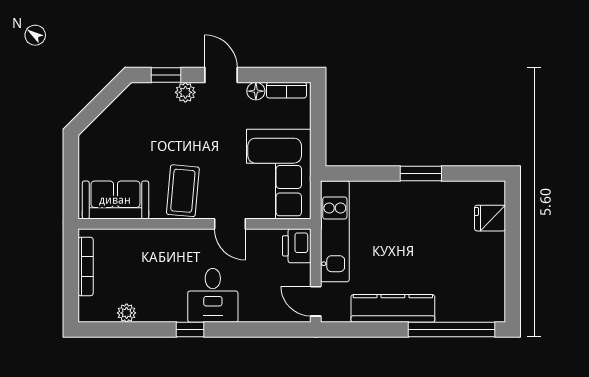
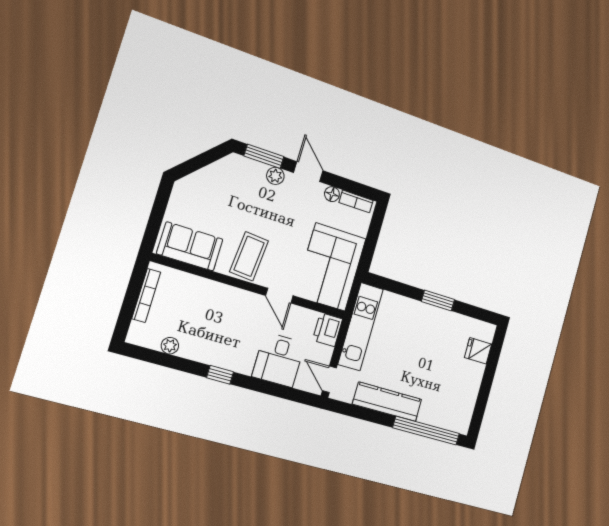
window: (166, 75) -> (264, 156), width x1.50
desk: (213, 295) -> (279, 360), moved

